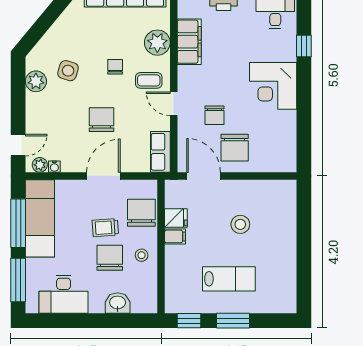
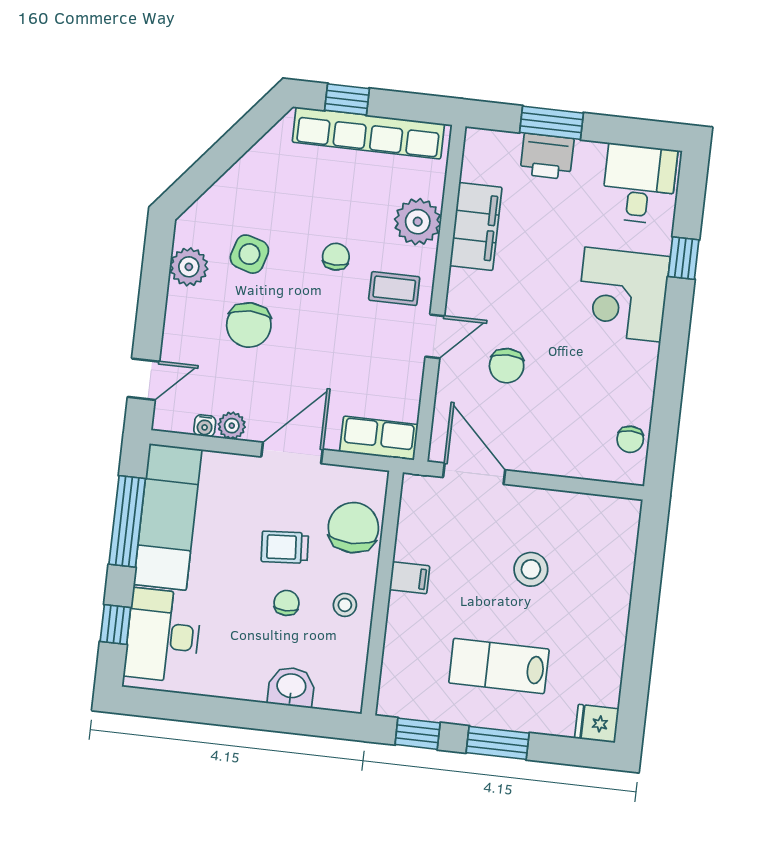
corner desk: (273, 86) -> (623, 295), moved
door: (174, 104) -> (435, 336), swing flipped
chair: (102, 120) -> (249, 325), moved, turned 180
chair: (235, 148) -> (630, 439), moved, width x0.54, depth x0.54
row of seats: (160, 152) -> (379, 438), moved, turned 90
plant: (40, 165) -> (232, 426), moved
fridge: (176, 218) -> (597, 724), moved, turned 180
chair: (110, 258) -> (286, 603), width x0.54, depth x0.54
lab bench: (229, 279) -> (499, 666), turned 180
window: (18, 280) -> (115, 624), width x0.46
desk: (64, 294) -> (163, 635), moved, turned 90

